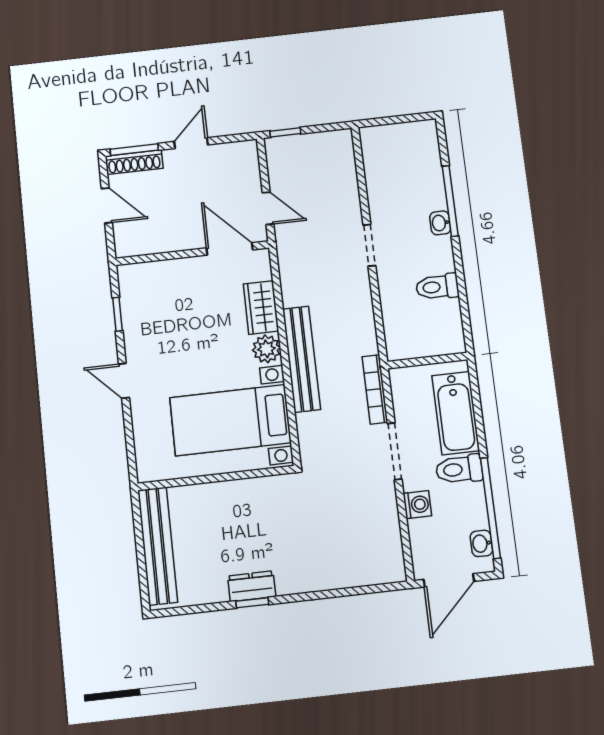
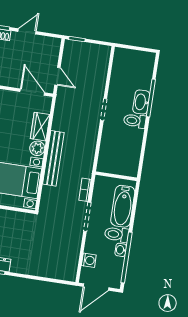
washbasin: (440, 223) -> (141, 102), width x1.91, depth x1.45
toilet: (437, 287) -> (135, 121), moved
bookcase: (375, 389) -> (85, 190), width x0.64
washing machine: (417, 505) -> (89, 260), moved
washbasin: (481, 543) -> (121, 250), moved

